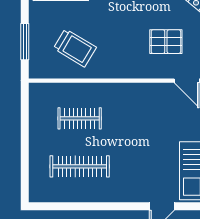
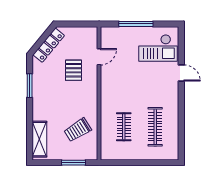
trolley: (75, 48) -> (78, 130), turned -153

